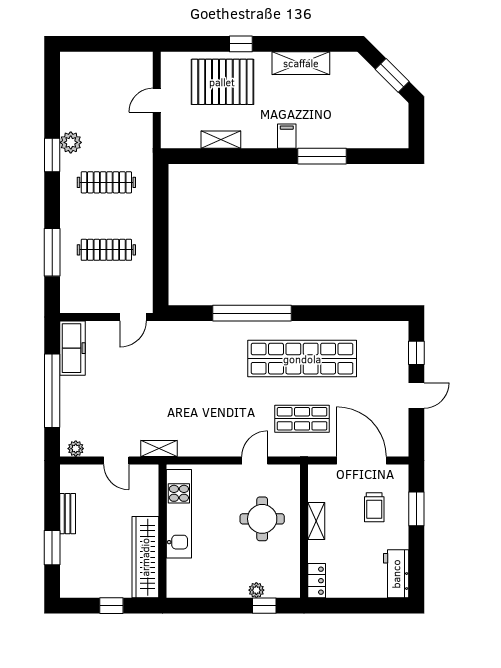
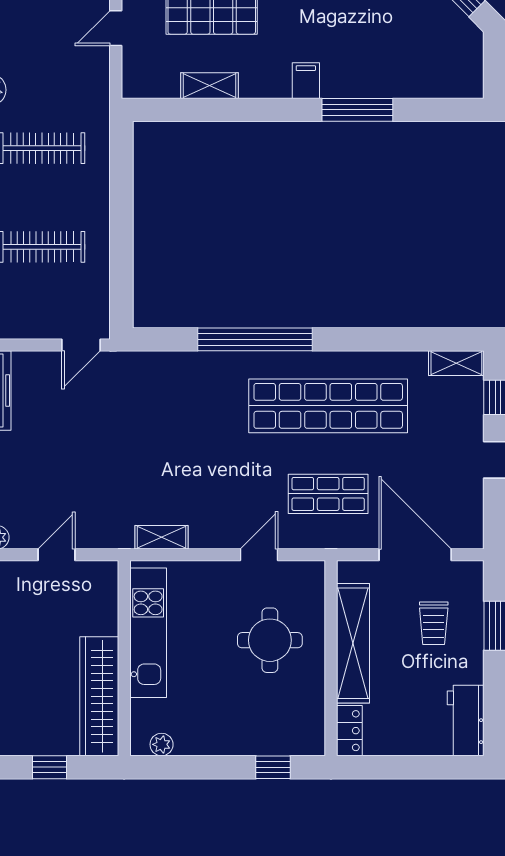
shelving: (390, 329) -> (456, 363), added
shelving: (159, 448) -> (161, 537), moved
door: (116, 460) -> (56, 555), swing flipped
shelving: (316, 521) -> (353, 643), width x2.20, depth x1.33
plant: (256, 590) -> (162, 744), moved

